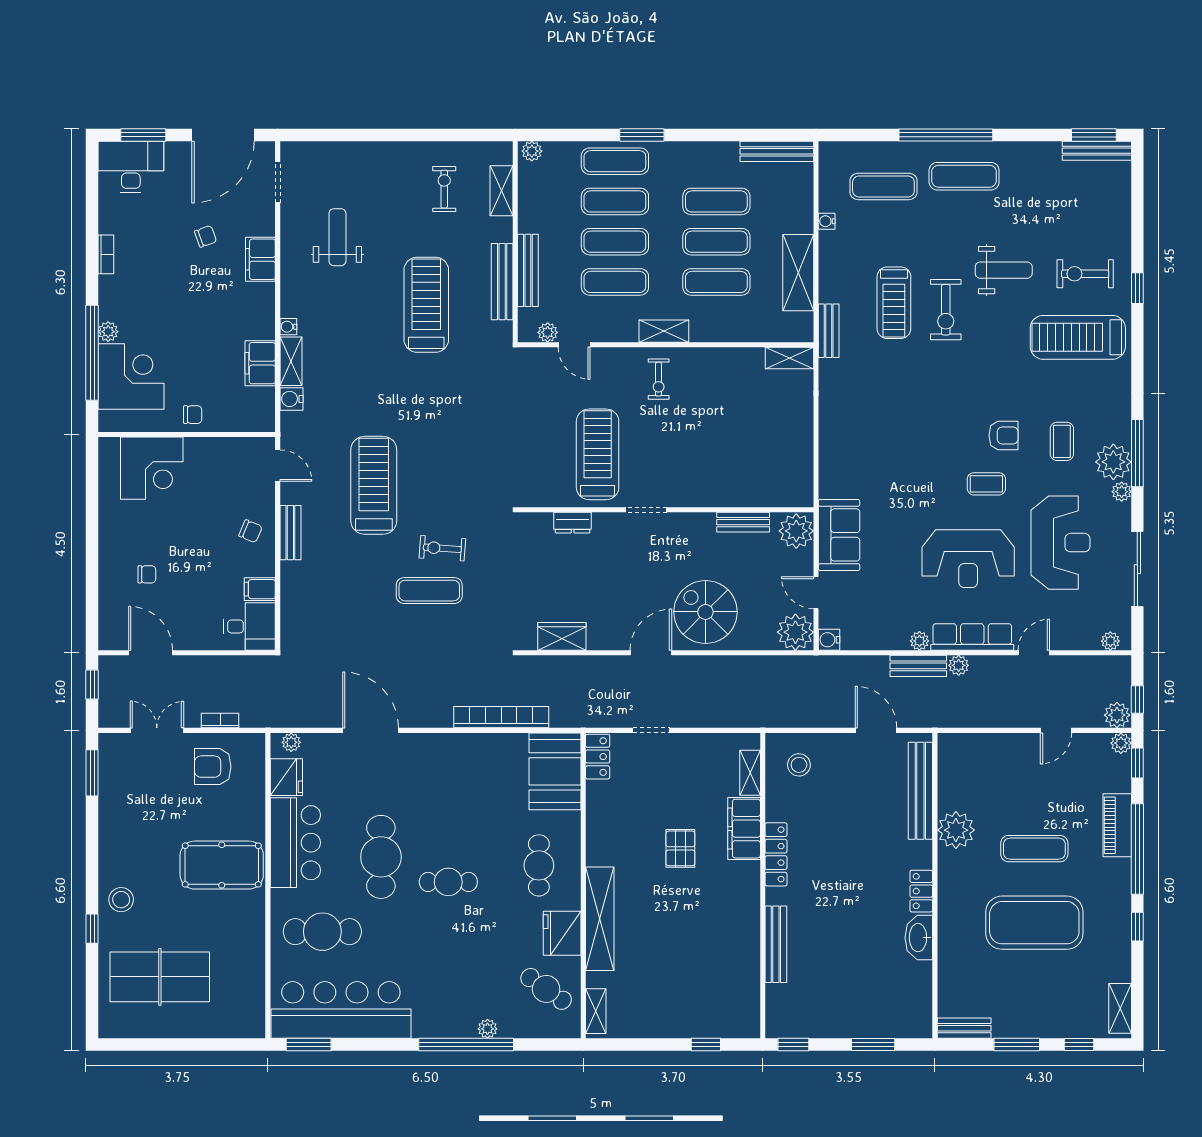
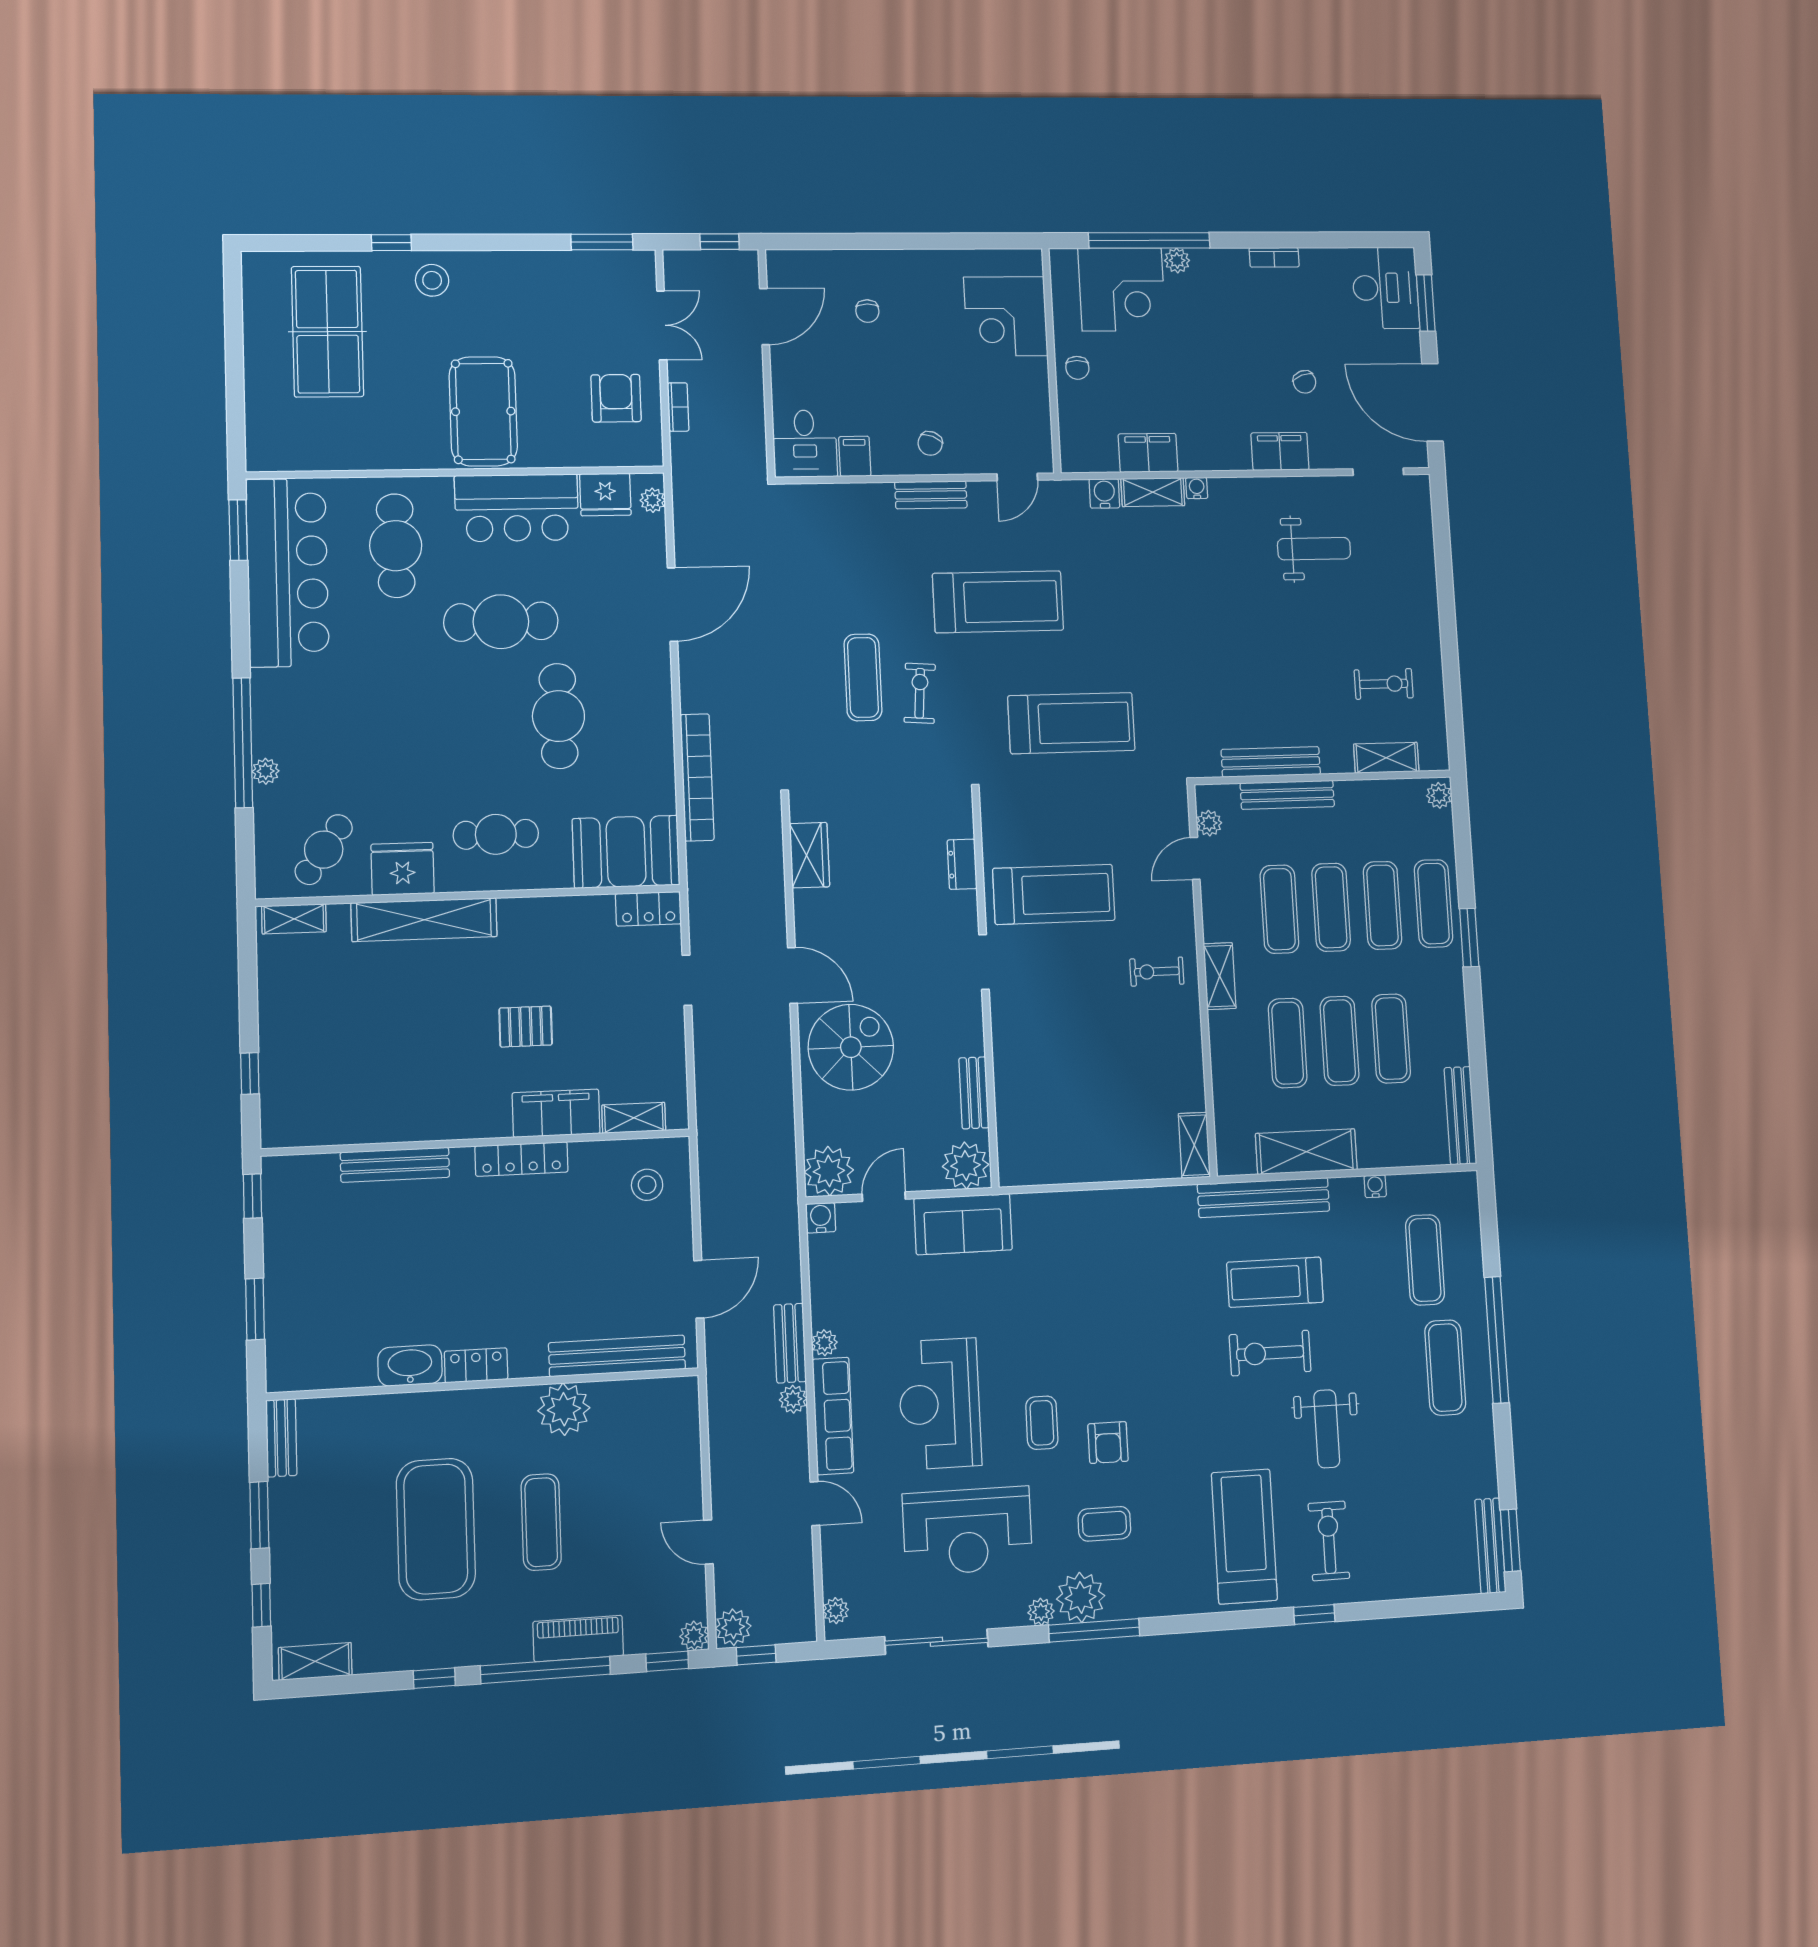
treadmill: (426, 305) -> (1071, 723), moved
bench: (829, 331) -> (1264, 1198), width x1.86, depth x1.21
cafe table: (448, 882) -> (559, 716), moved, width x1.37, depth x1.35

